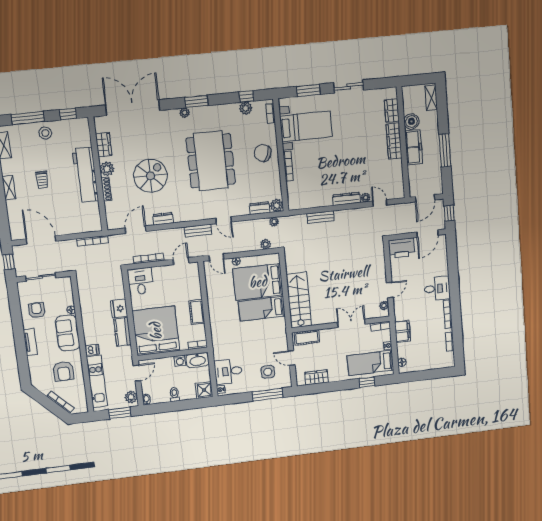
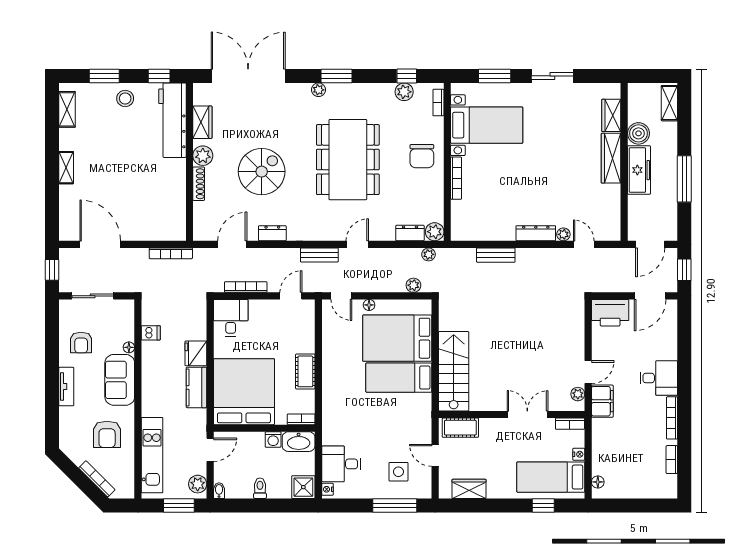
window: (28, 118) -> (104, 76), width x0.69
chair: (263, 153) -> (422, 156), turned -113
workbench: (85, 175) -> (172, 120), moved
trolley: (42, 180) -> (113, 161), removed
door: (224, 220) -> (357, 244), swing flipped
armchair: (37, 310) -> (81, 343), turned 180
filing cabinet: (402, 331) -> (602, 401), moved
dishwasher: (92, 350) -> (151, 333), moved

